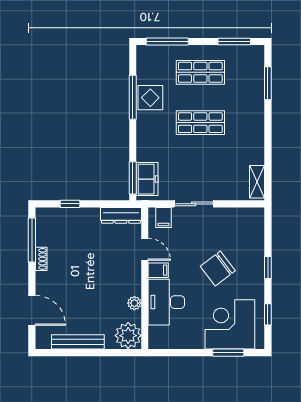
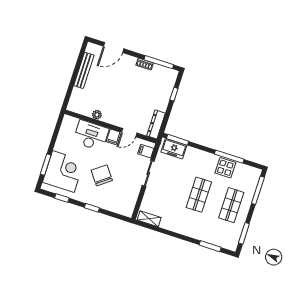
plant: (128, 336) -> (77, 104), removed

